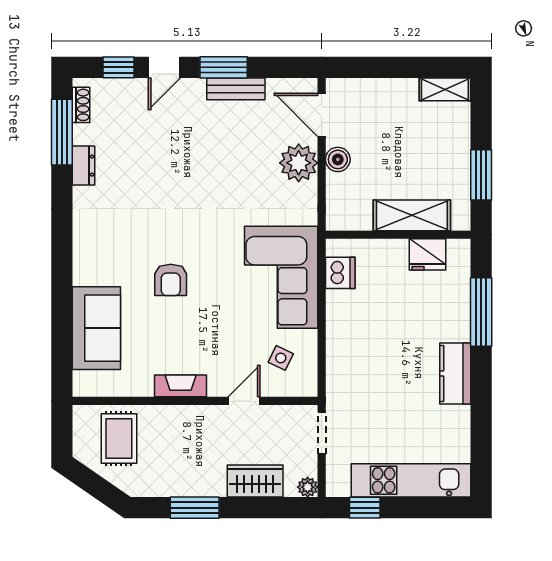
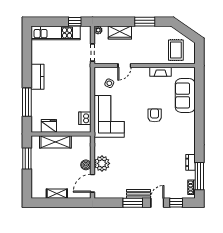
bench: (236, 89) -> (138, 194), moved
shelving: (445, 89) -> (57, 194), moved
door: (322, 115) -> (93, 183), swing flipped
fireplace: (181, 386) -> (161, 72), moved

